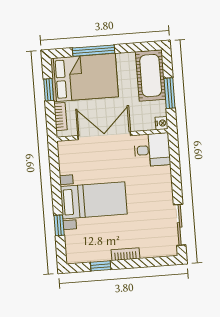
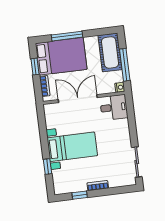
window: (170, 93) -> (125, 65), width x1.44

